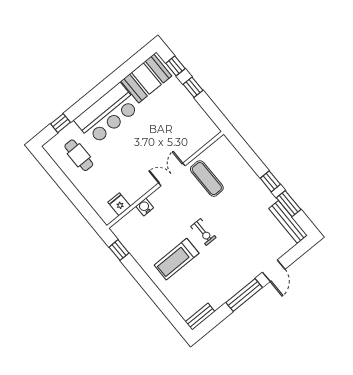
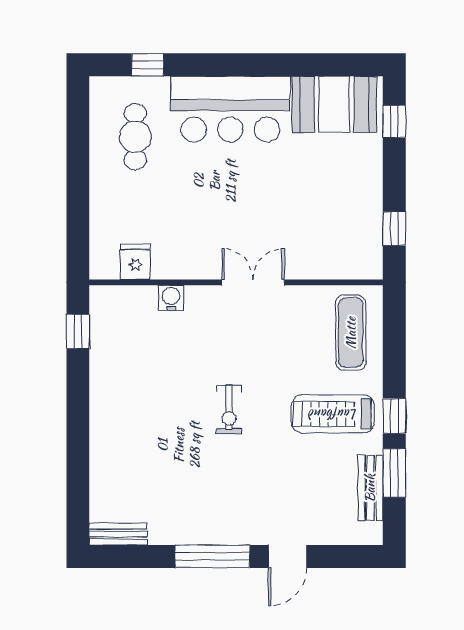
window: (193, 87) -> (394, 229), moved
exercise mat: (207, 179) -> (351, 333), moved
bench: (288, 222) -> (370, 488), width x0.73
treadmill: (177, 259) -> (333, 414), moved

